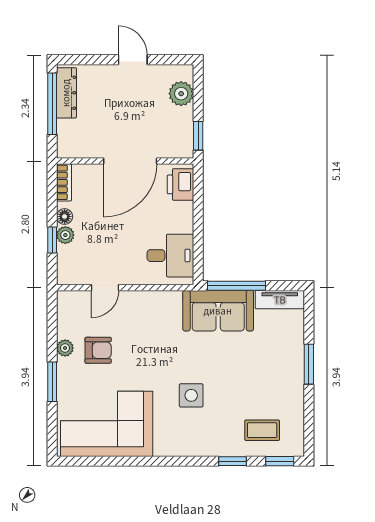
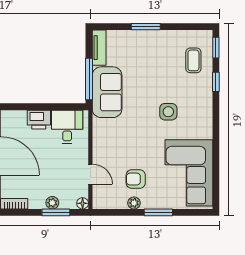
printer: (180, 184) -> (39, 120), moved
floor lamp: (65, 216) -> (83, 203), moved
window: (52, 240) -> (56, 212), width x1.50
armchair: (98, 350) -> (136, 179), turned -90

